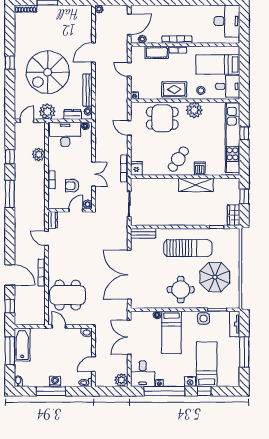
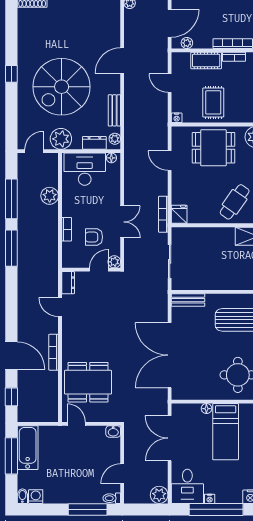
rug: (174, 89) -> (213, 102), moved, turned 90
bench: (88, 90) -> (114, 110), width x0.73
window: (10, 157) -> (11, 199), width x2.17
washing machine: (55, 381) -> (36, 497), moved
window: (51, 391) -> (88, 509), moved

